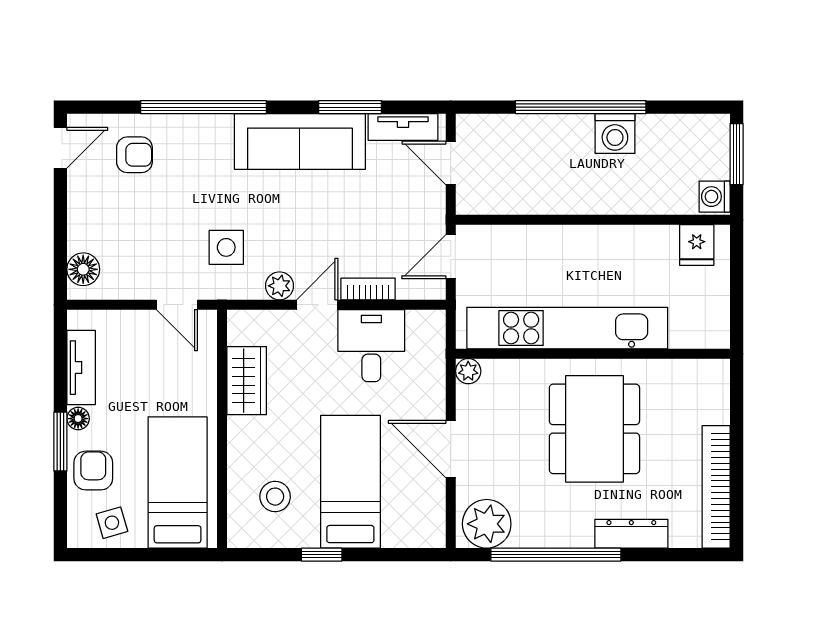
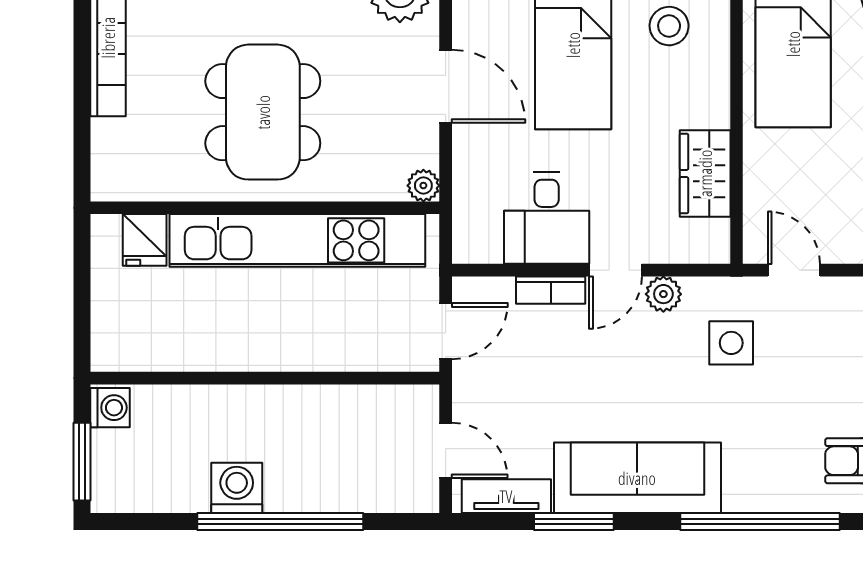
fridge: (697, 245) -> (145, 240), moved, turned 180

